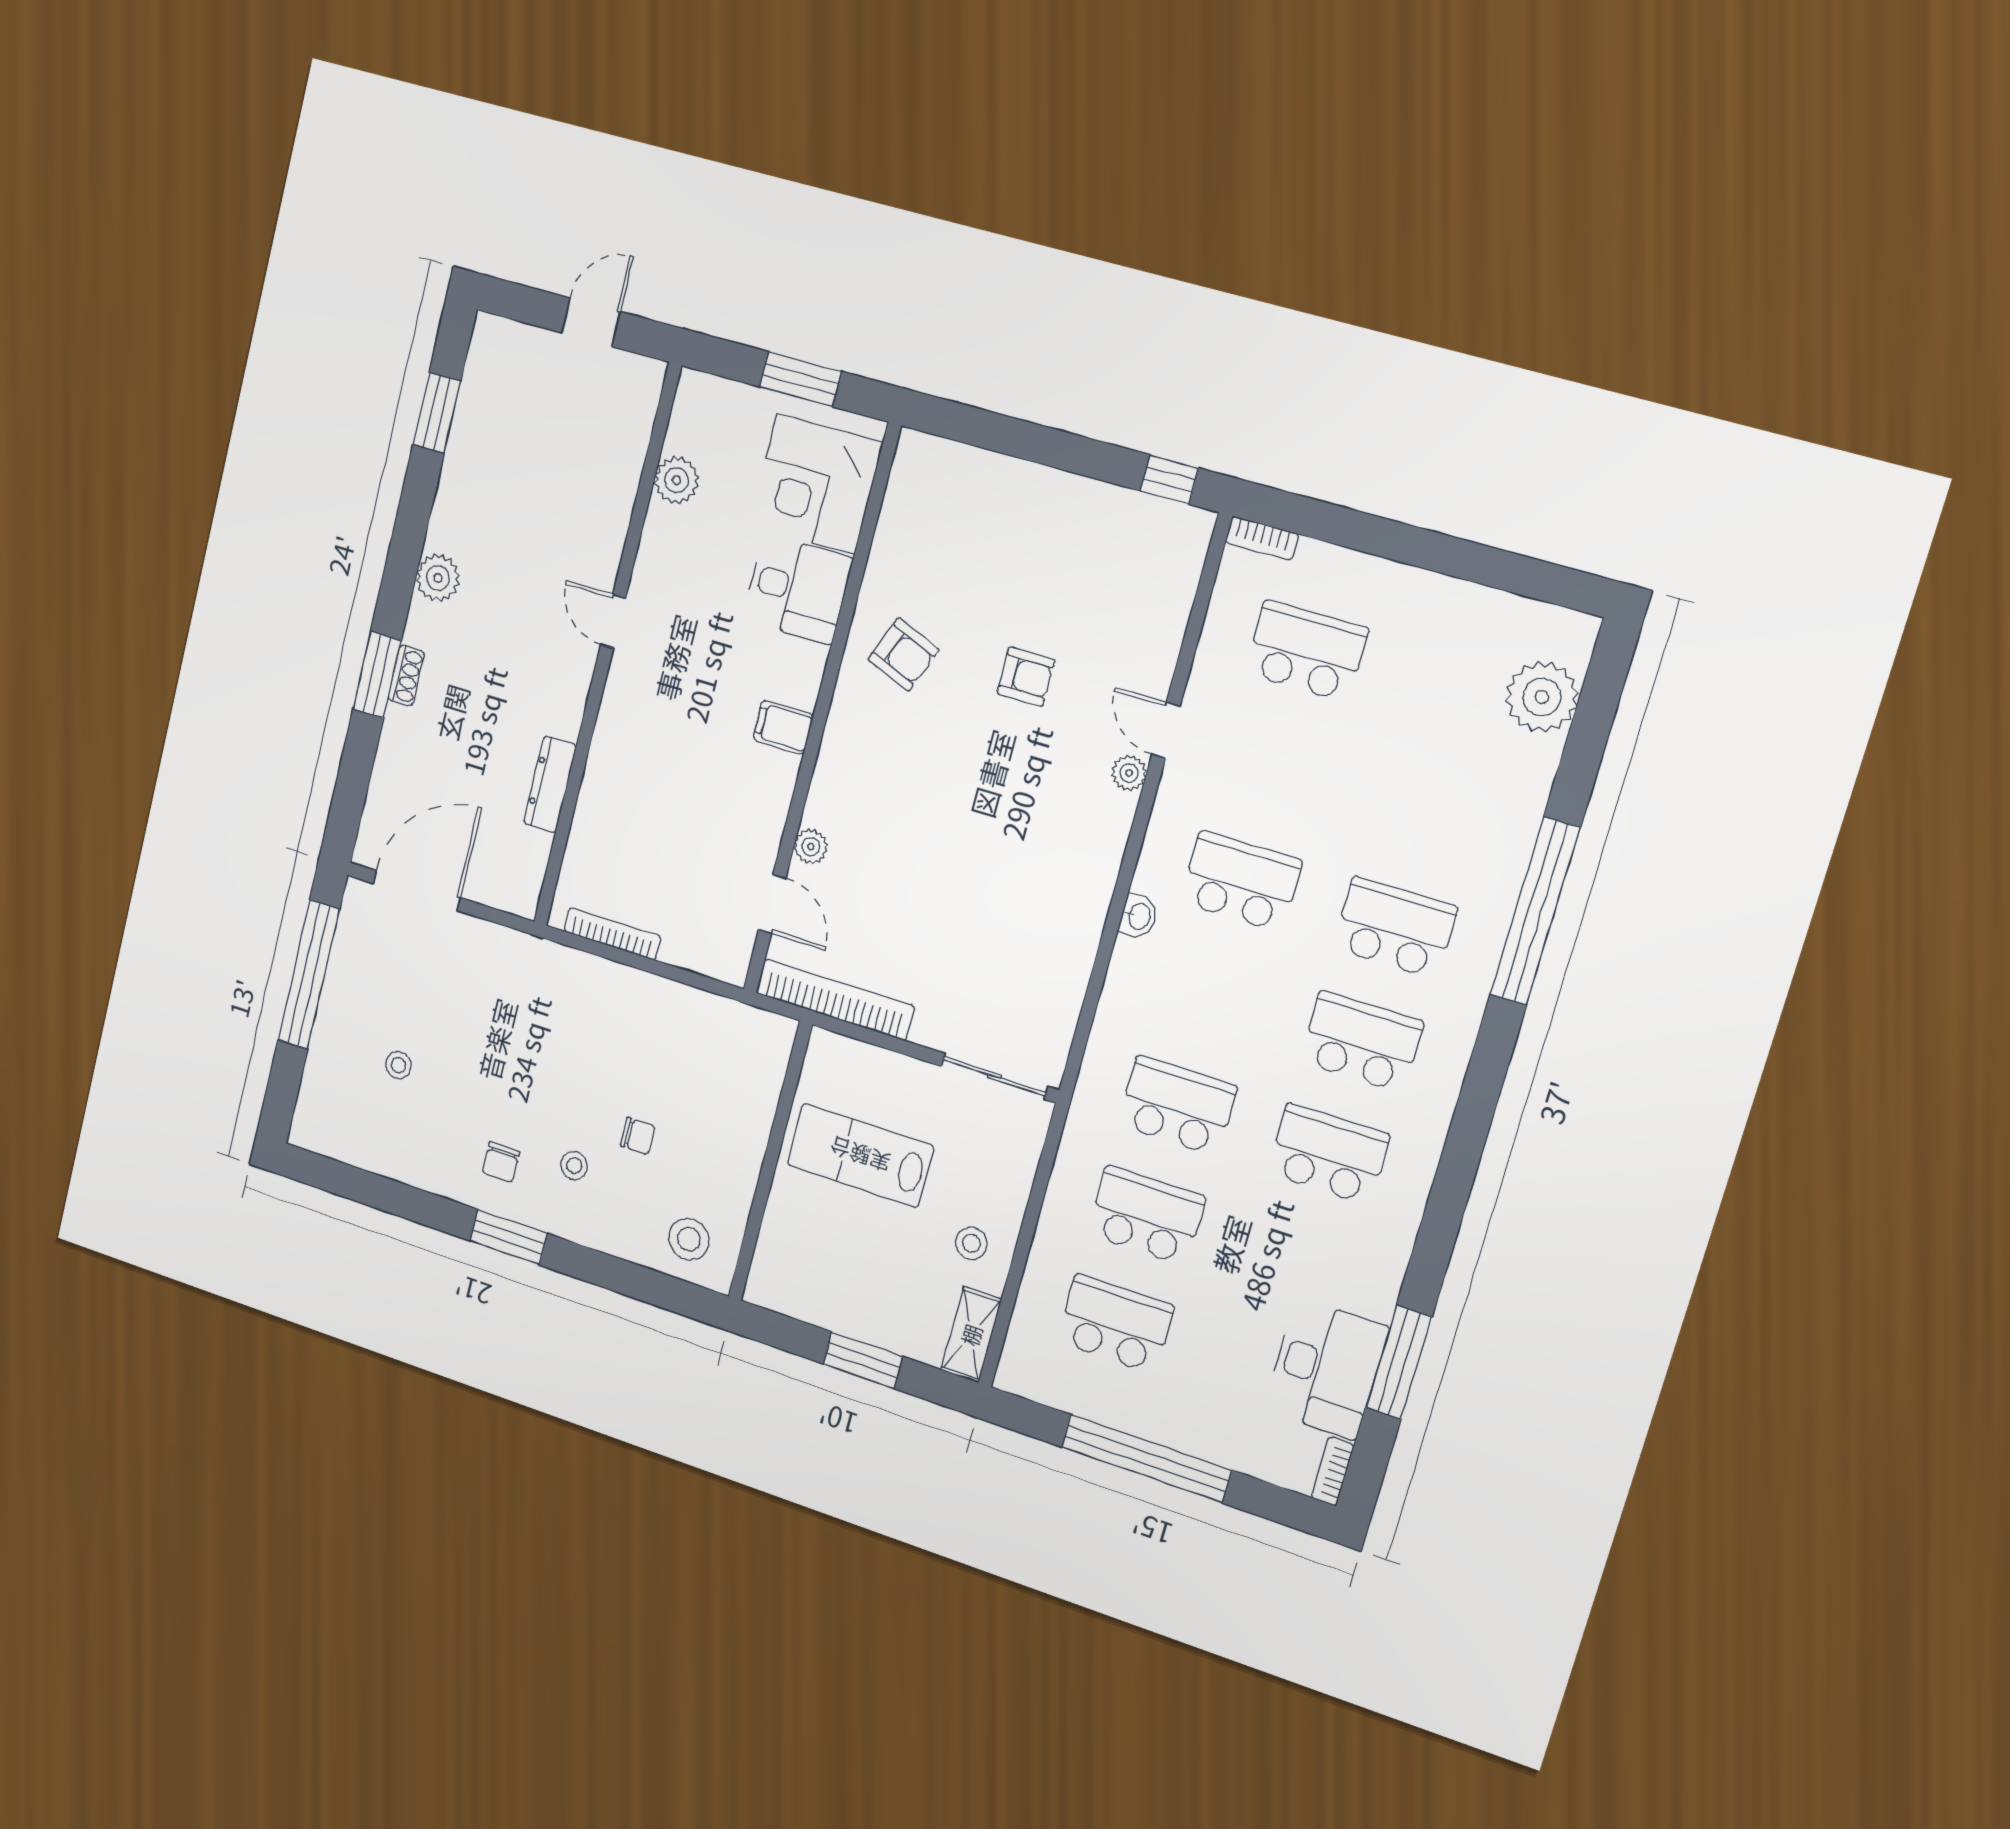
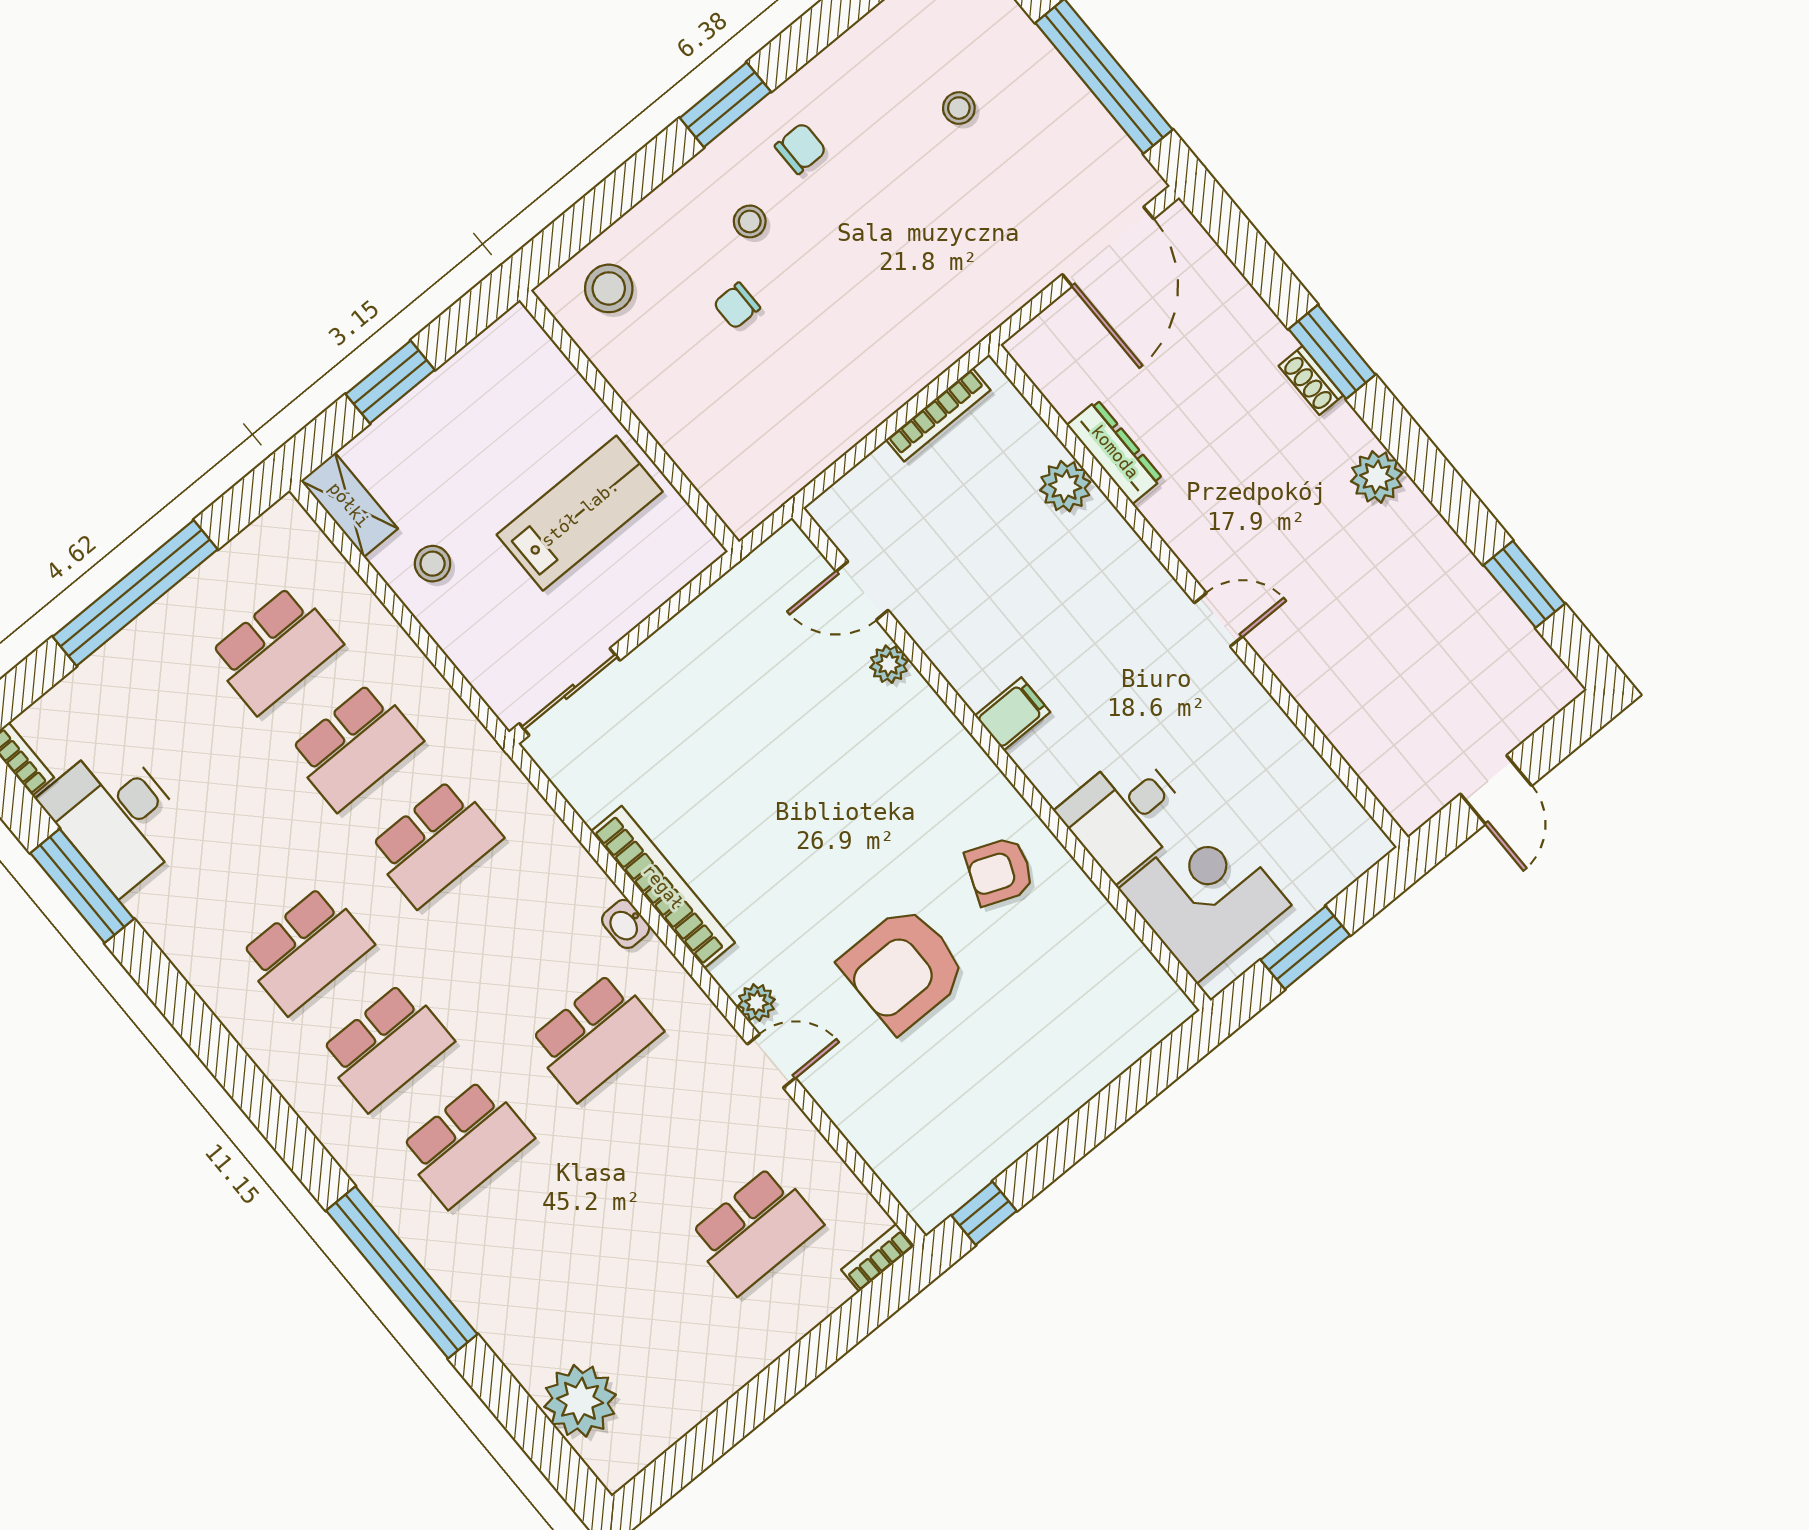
plant: (677, 480) -> (1065, 486), moved
armchair: (1026, 677) -> (903, 969), width x1.88, depth x1.88
bookcase: (835, 1000) -> (663, 887), moved, turned -90
chair: (501, 1162) -> (801, 148), turned 90

